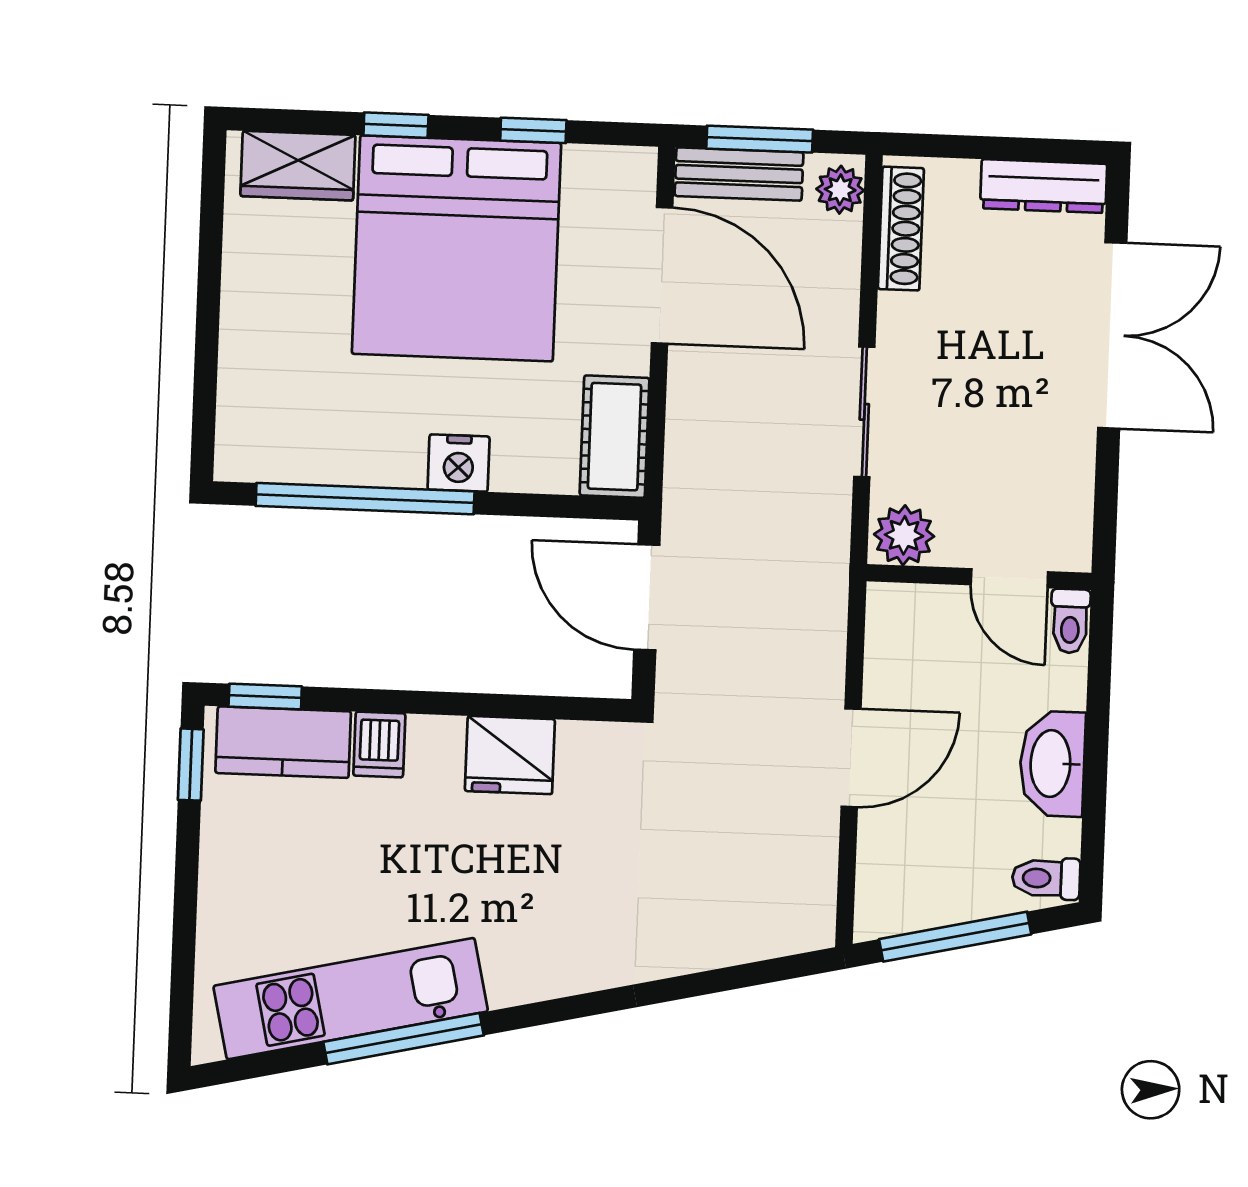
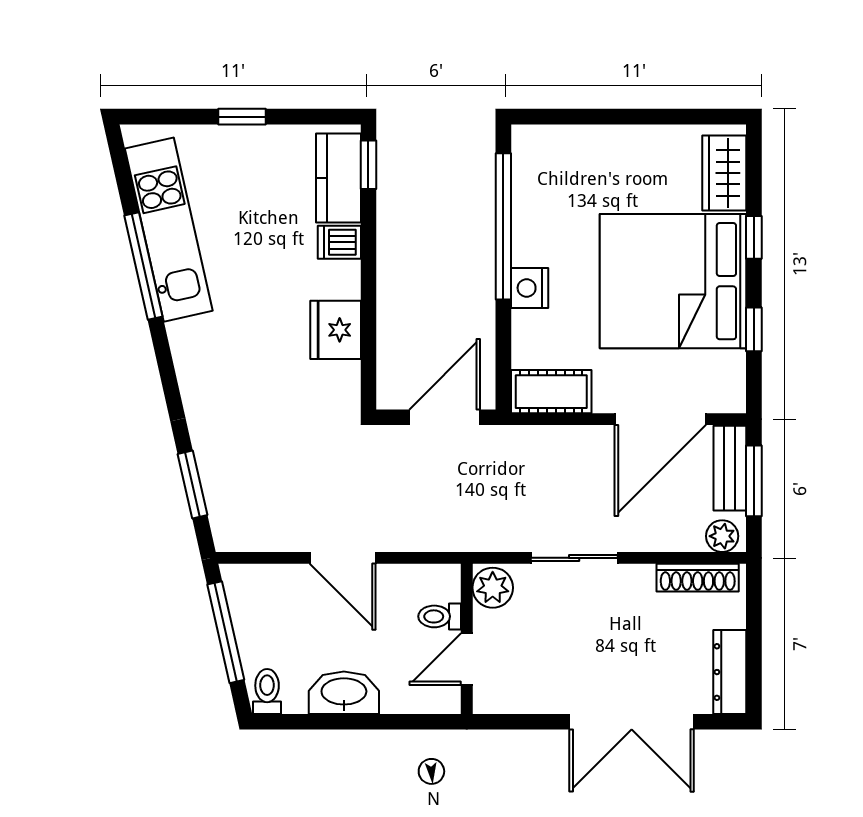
toilet: (1070, 621) -> (440, 616), moved
window: (191, 765) -> (242, 117), moved
window: (733, 978) -> (193, 485), added

